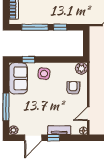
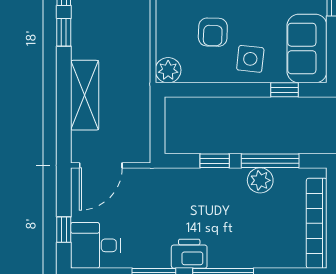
plant: (39, 18) -> (260, 180), added
armchair: (73, 88) -> (213, 32), moved

